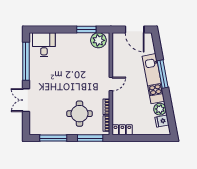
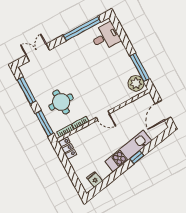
window: (86, 29) -> (140, 67), width x1.44
window: (163, 74) -> (137, 157), width x0.46
double door: (26, 100) -> (38, 53), moved
plant: (160, 109) -> (104, 172), removed

